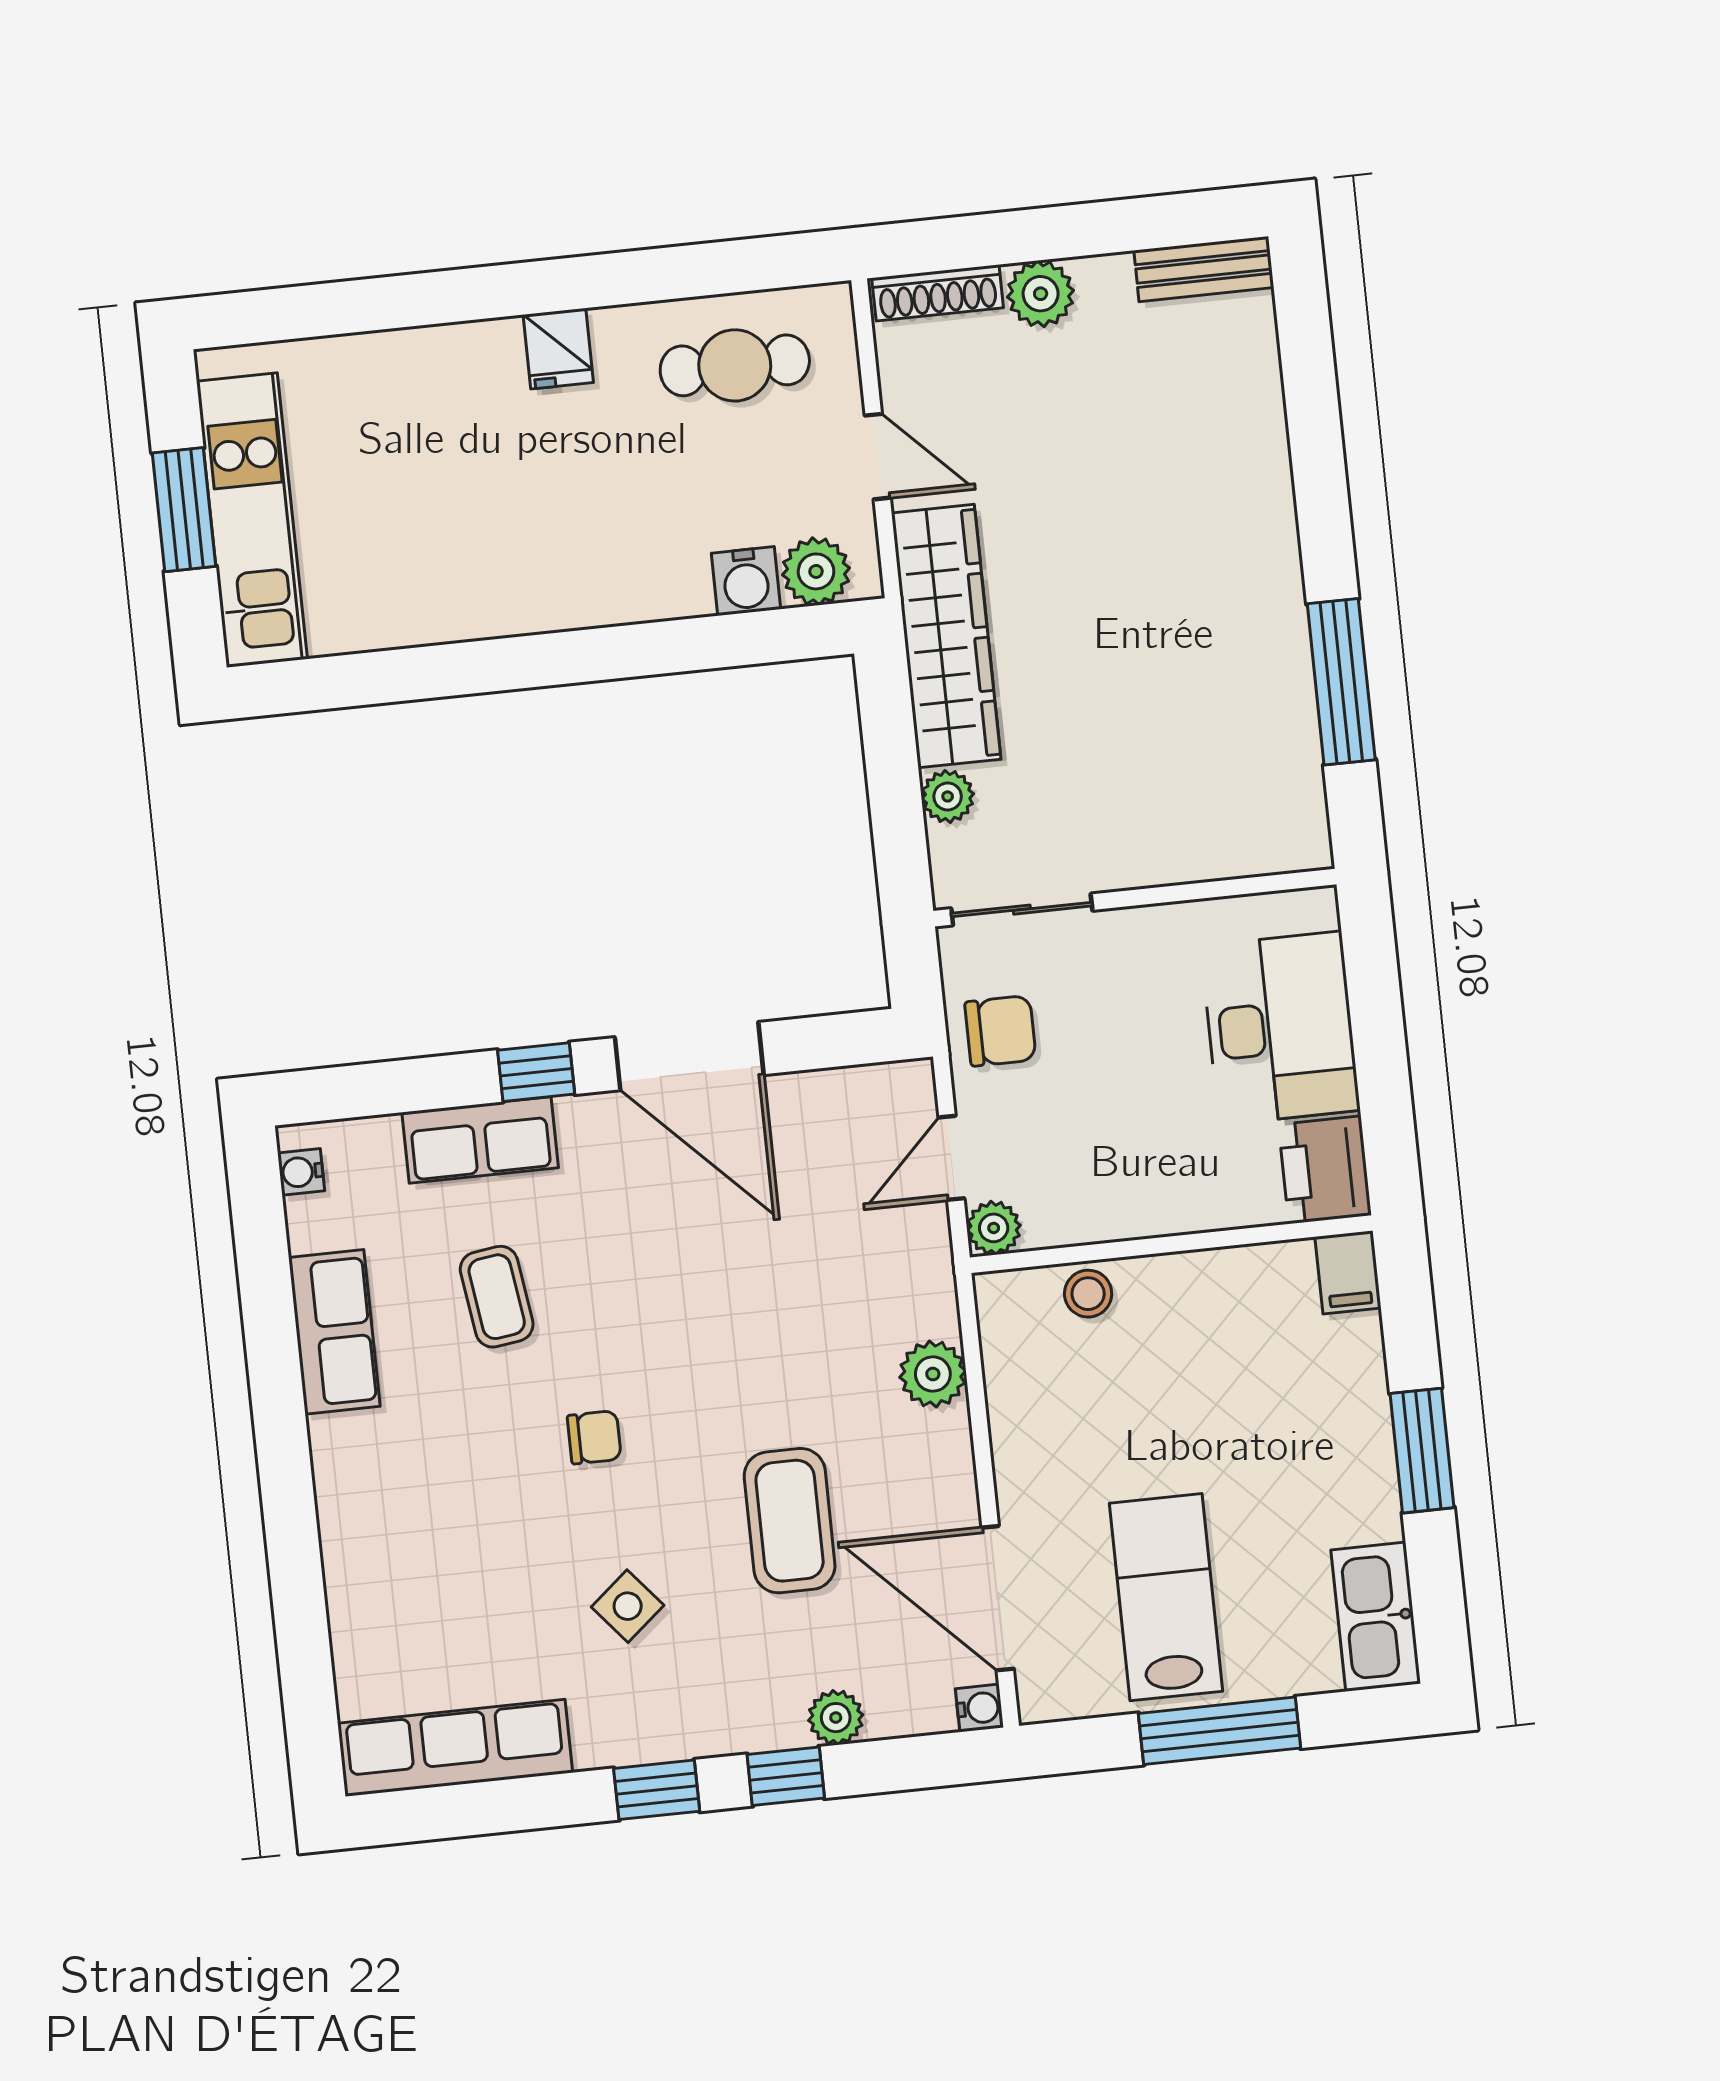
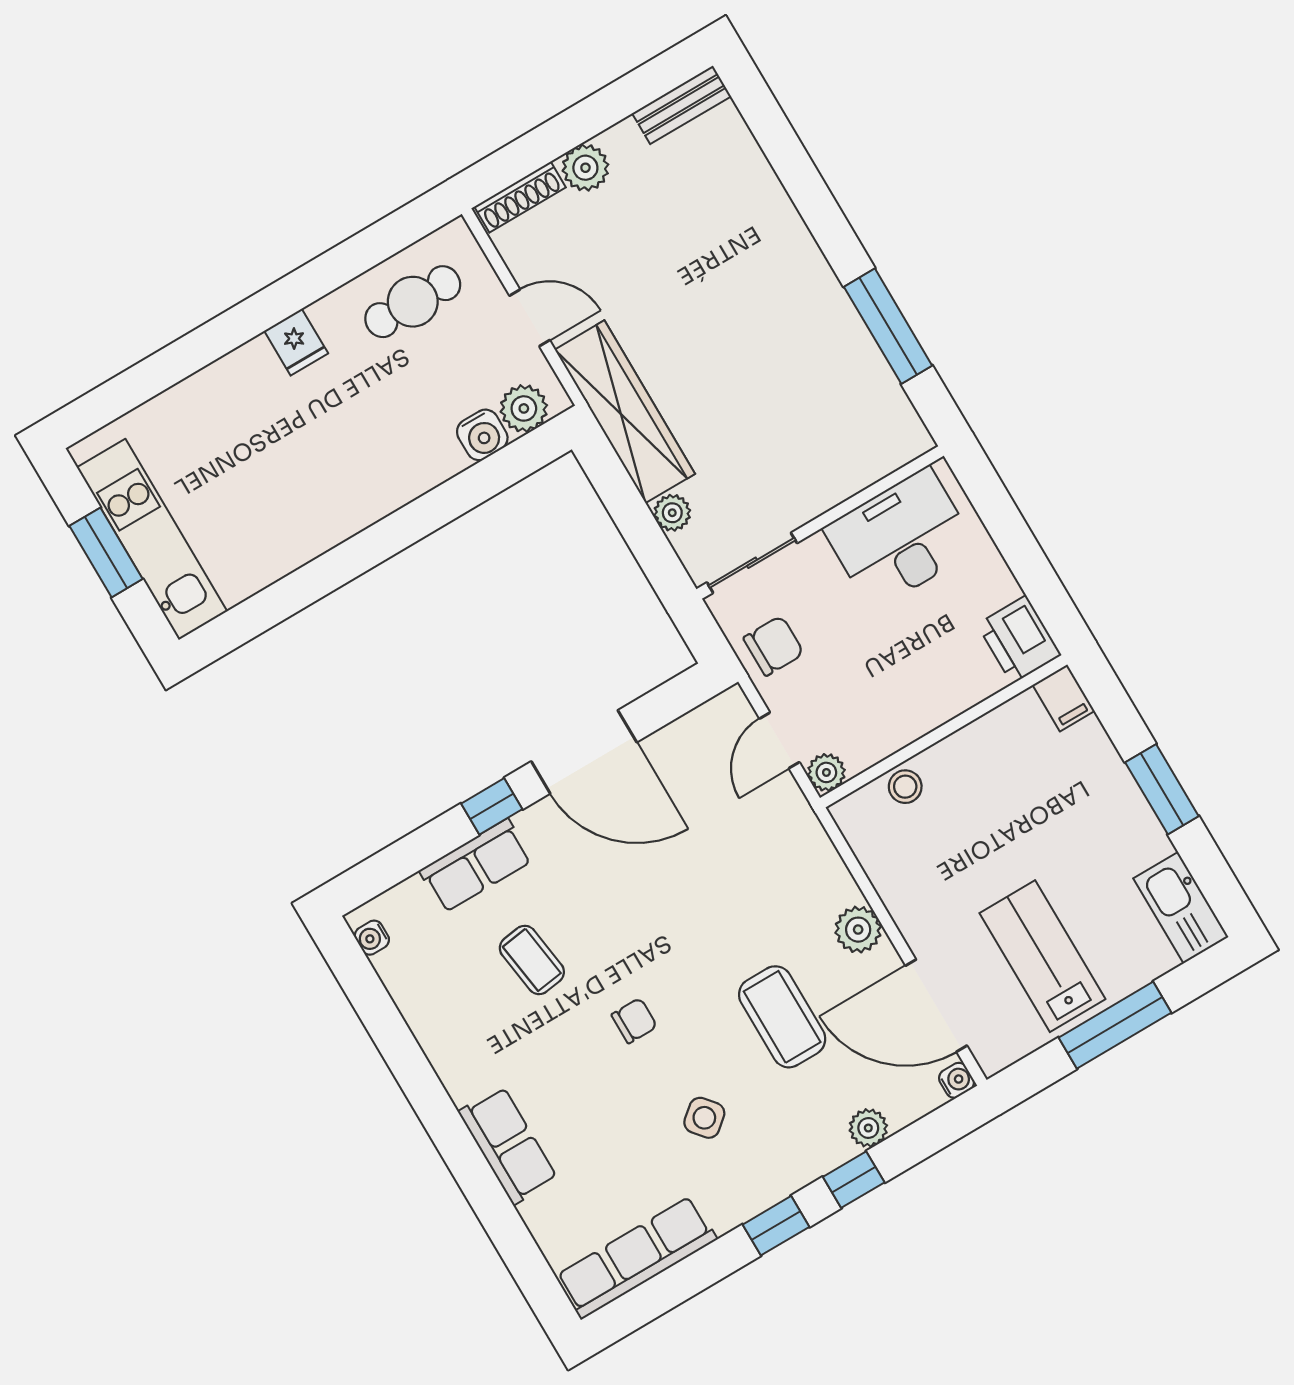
desk: (1280, 1028) -> (900, 539), moved, turned -90
row of seats: (334, 1332) -> (508, 1145), moved
plant: (933, 1374) -> (858, 930), moved

